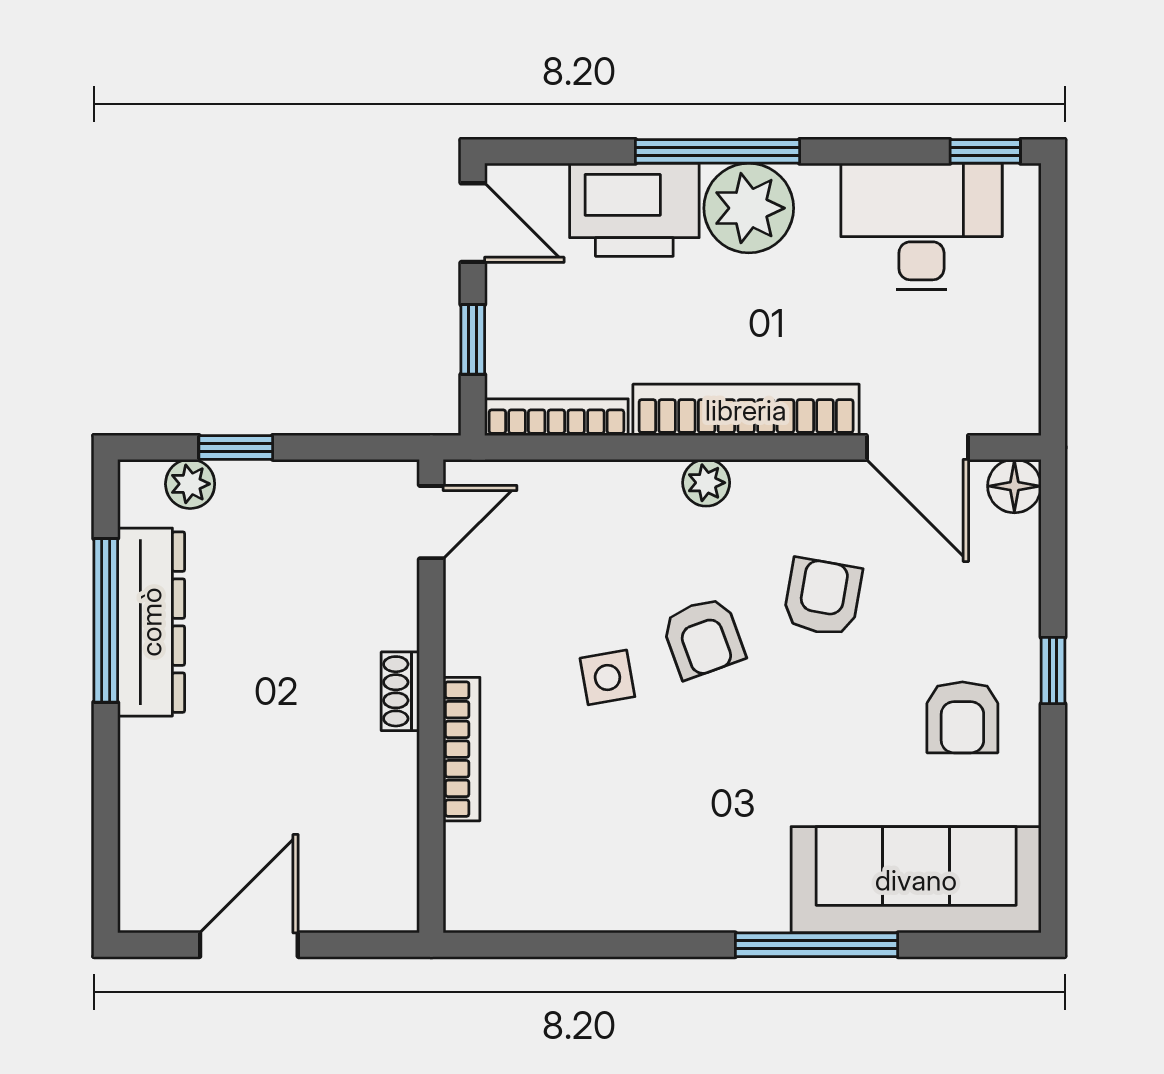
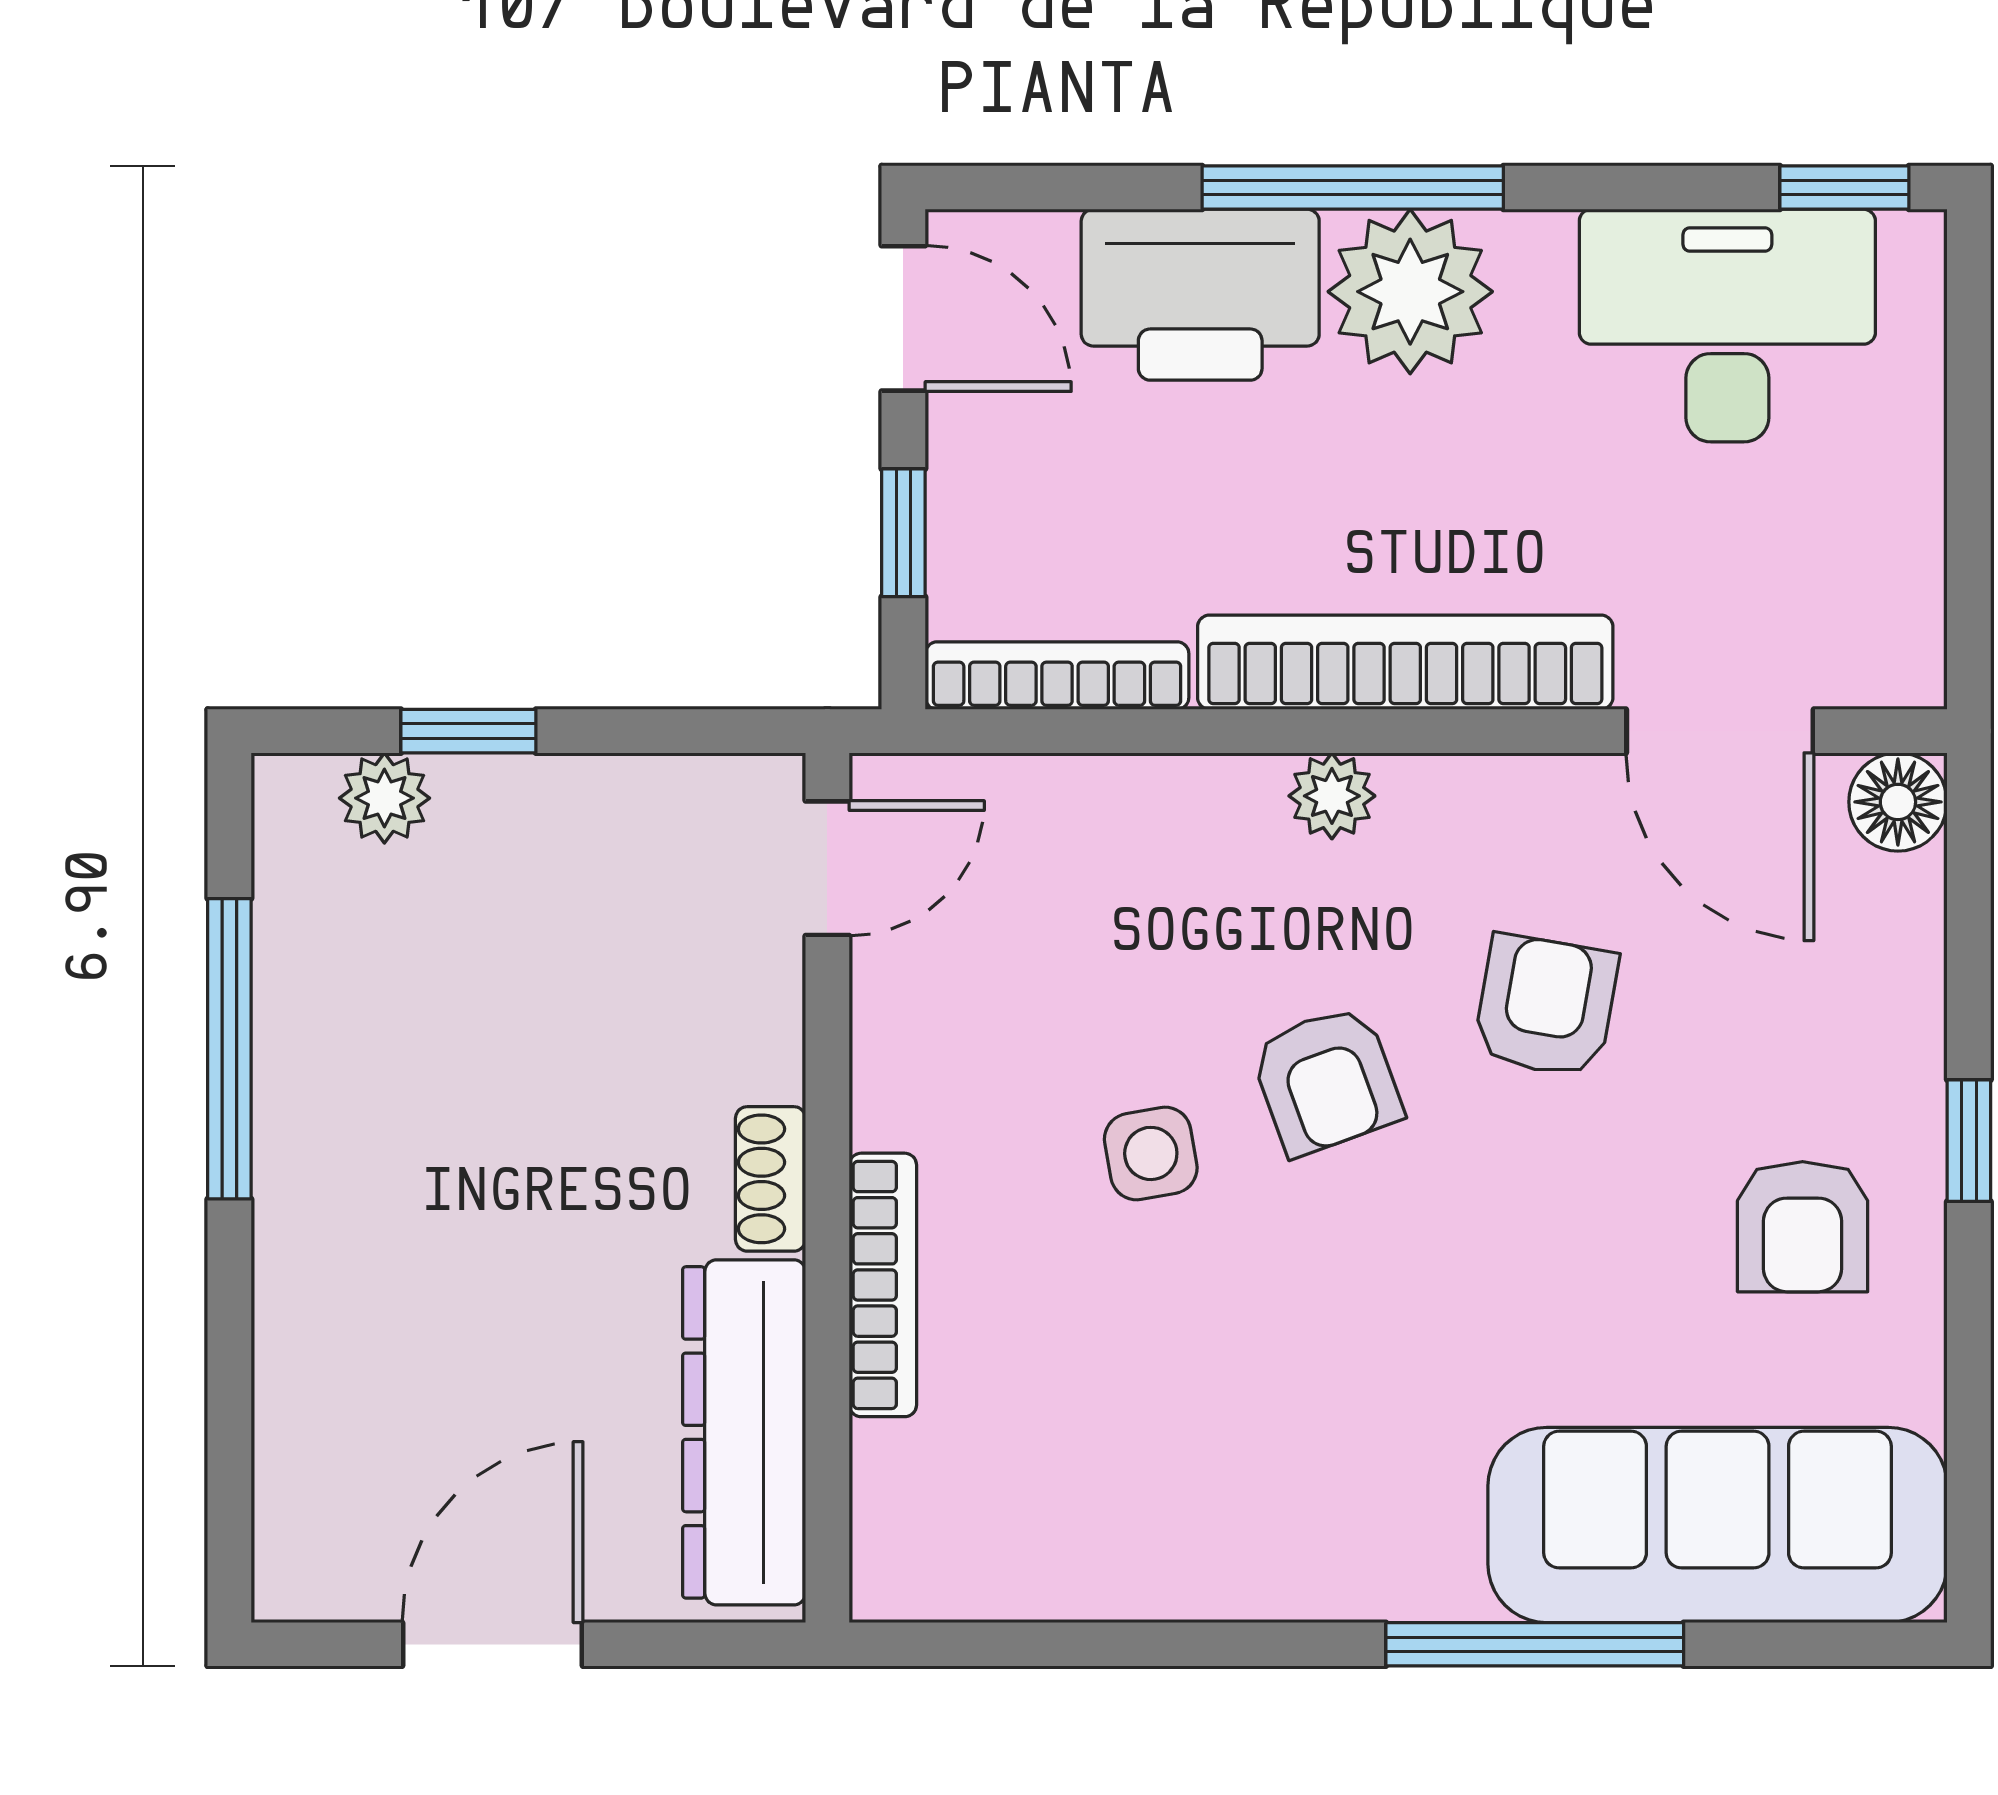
dresser: (151, 622) -> (744, 1432), moved, turned 180

